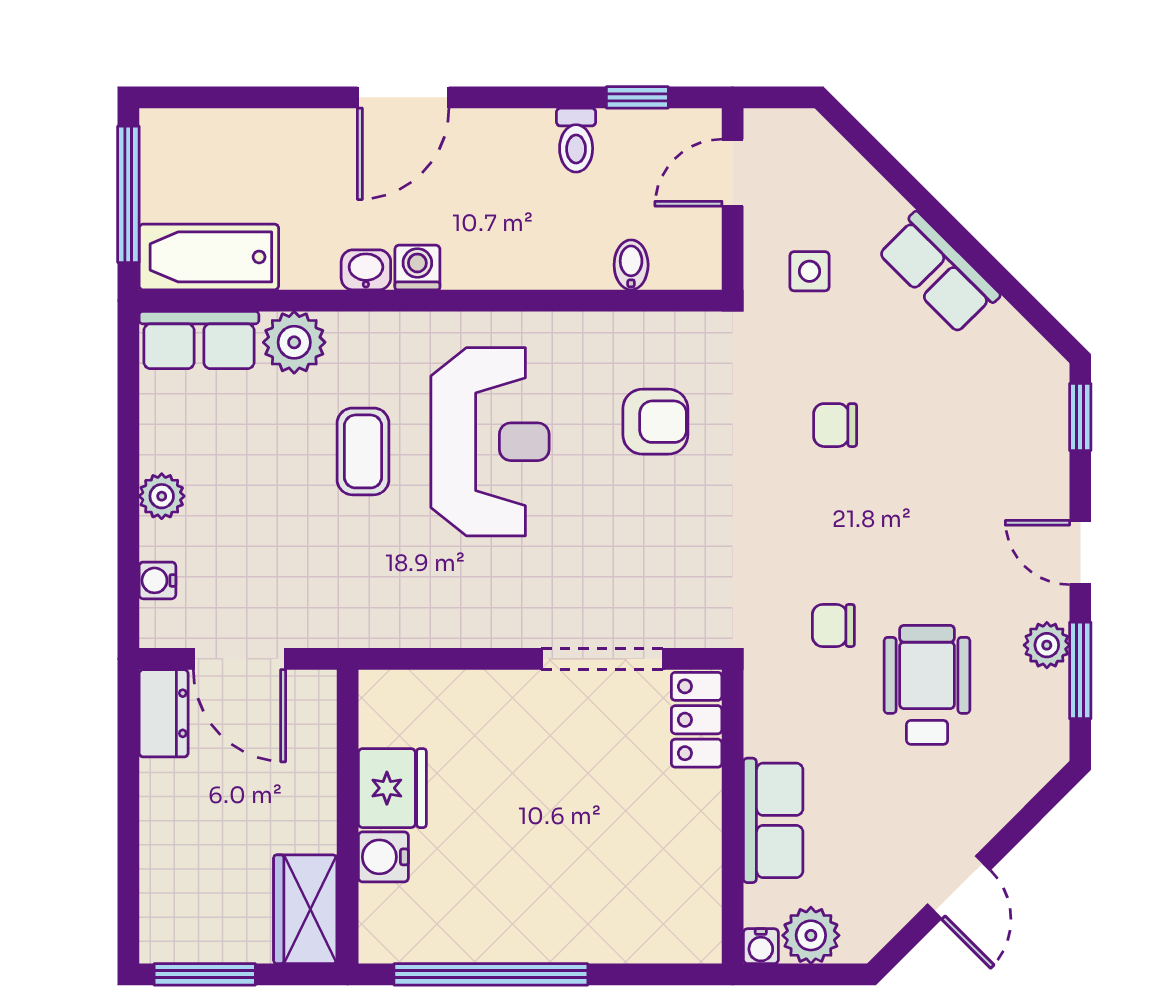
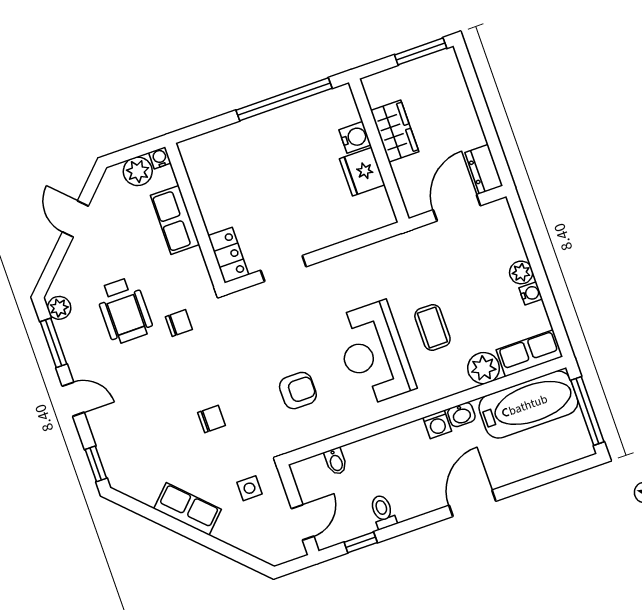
bathtub: (209, 257) -> (528, 405), width x1.36, depth x1.36
armchair: (655, 422) -> (298, 391), turned 180
water cooler: (157, 580) -> (531, 293), moved
plant: (1047, 645) -> (59, 308), moved
door: (239, 659) -> (457, 208), hinge flipped
doorway: (602, 659) -> (283, 268), width x0.73
wardrobe: (305, 909) -> (395, 131), moved

